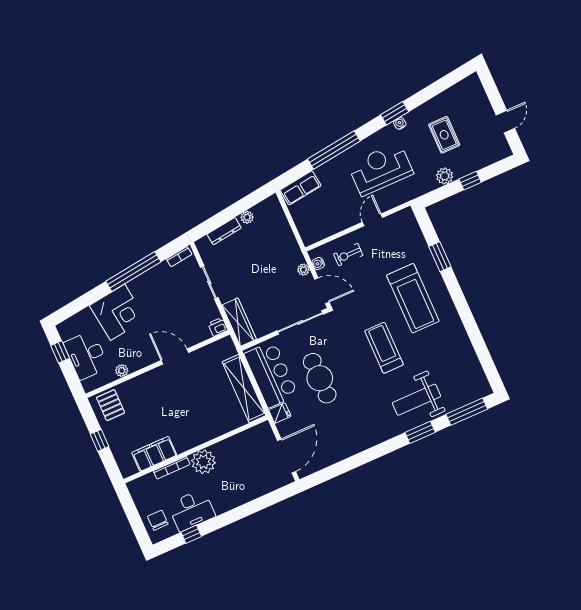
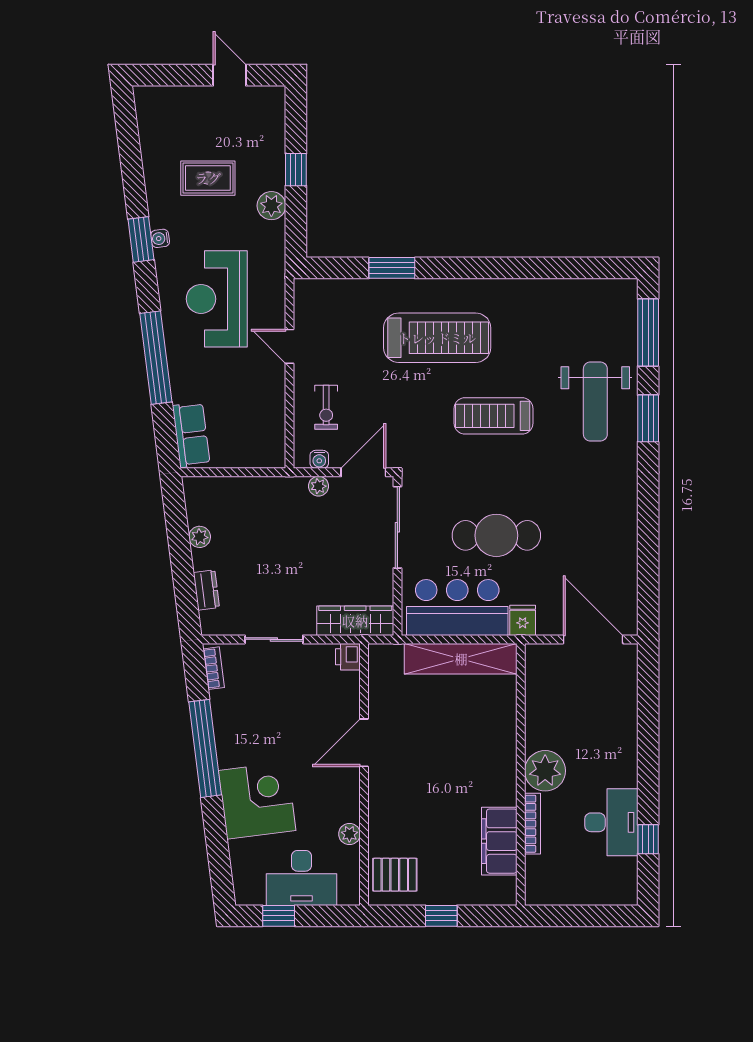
dresser: (224, 231) -> (206, 590), width x0.70
chair: (158, 520) -> (604, 881), removed

